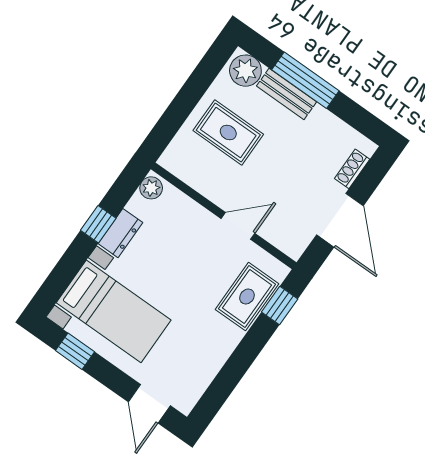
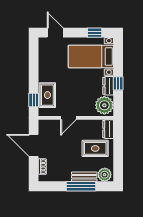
dresser: (178, 152) -> (108, 129), added
plant: (151, 188) -> (104, 105), width x1.88, depth x1.88

